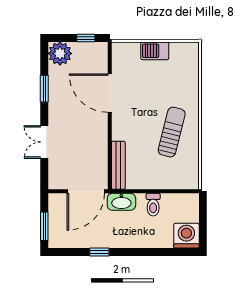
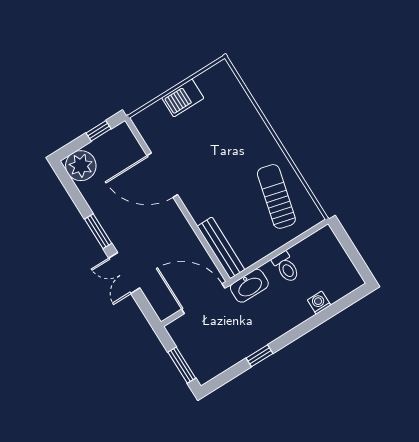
window: (44, 89) -> (98, 231), moved
sun lounger: (172, 132) -> (276, 196), moved
door: (86, 191) -> (203, 299), swing flipped
washing machine: (186, 236) -> (319, 303), moved, width x0.53, depth x0.53

